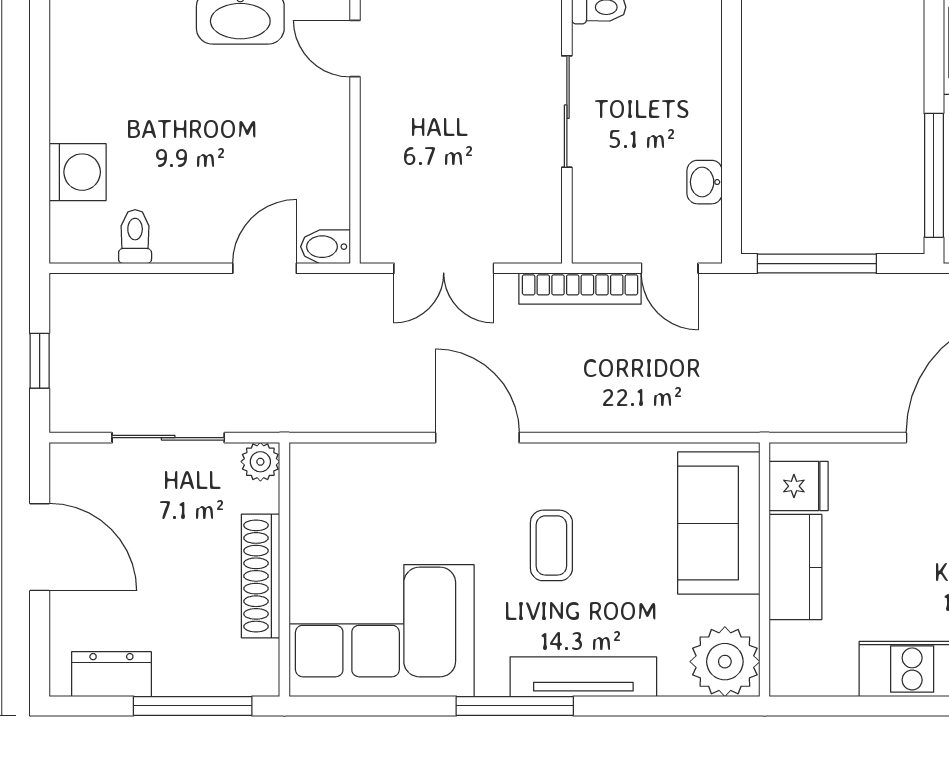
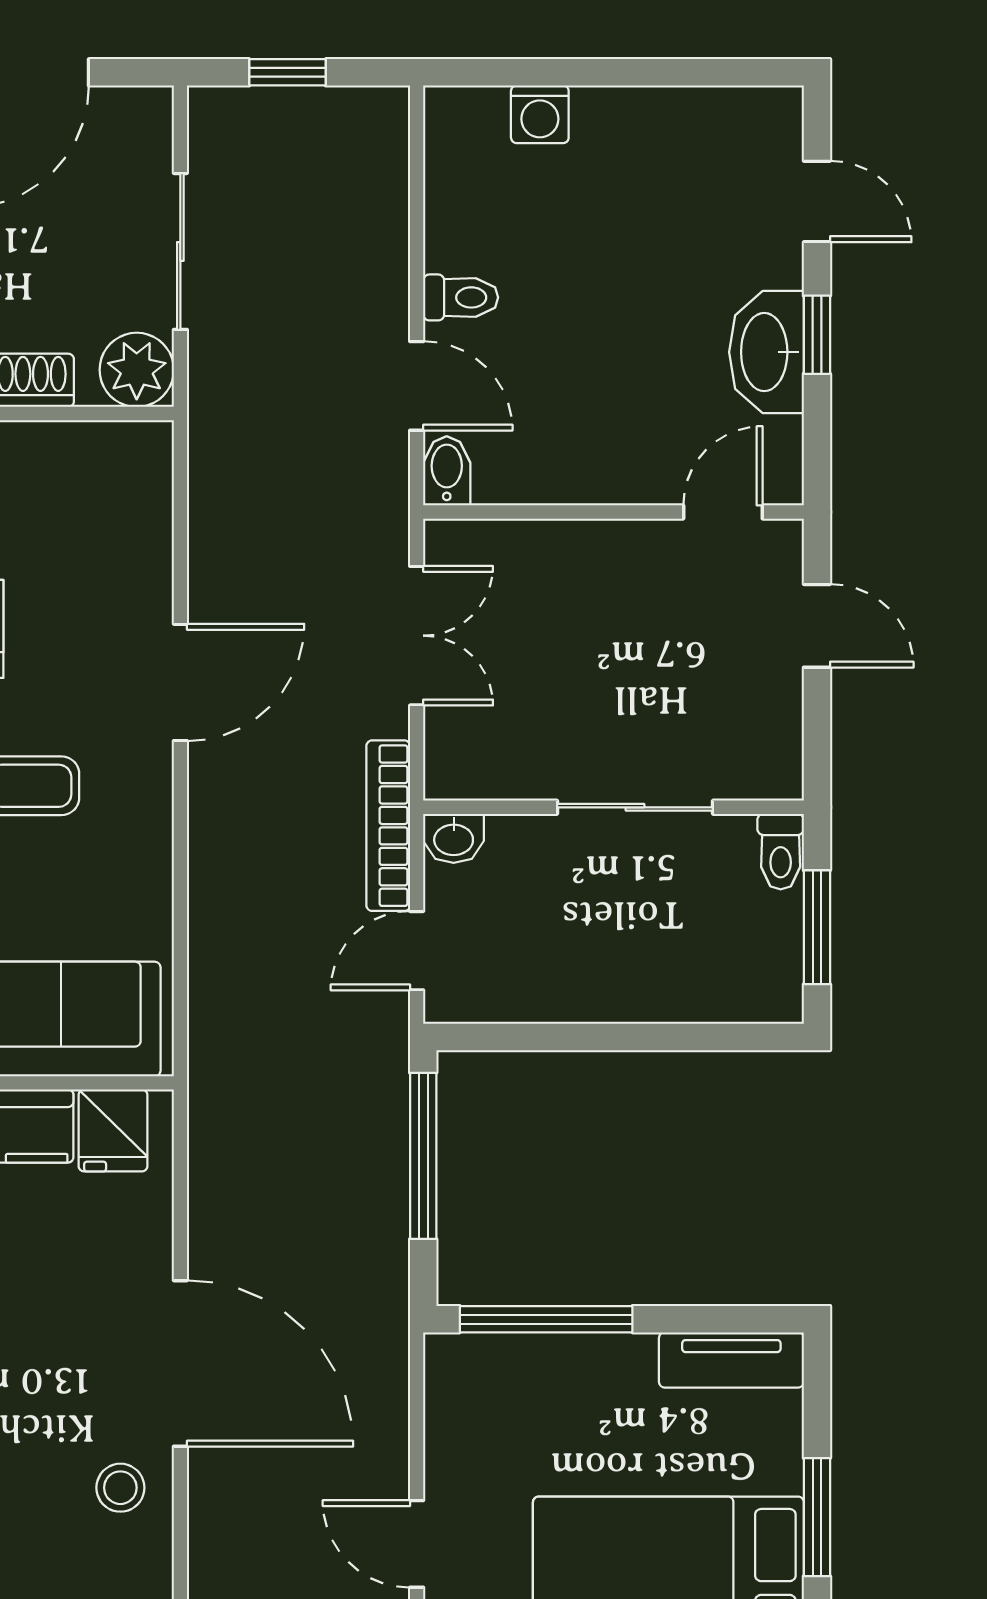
washing machine: (78, 172) -> (540, 114), width x0.73, depth x0.73
washbasin: (705, 182) -> (454, 838), moved, turned 180
toilet: (135, 237) -> (461, 297), moved
double door: (444, 268) -> (417, 636), swing flipped
plant: (260, 462) -> (137, 370), width x1.38, depth x1.38

